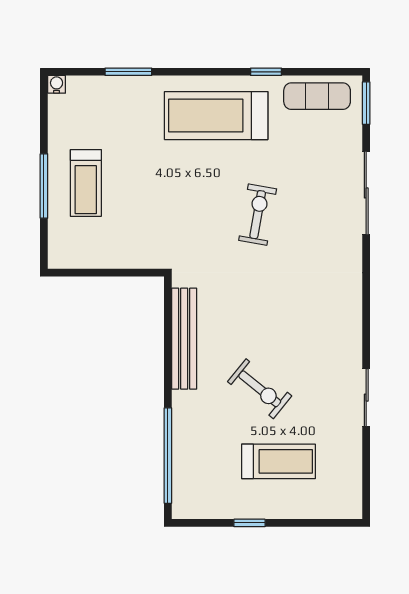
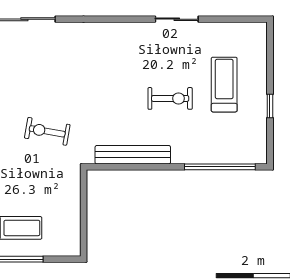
exercise bike: (258, 215) -> (47, 131), moved
exercise bike: (260, 389) -> (170, 98), turned 51

